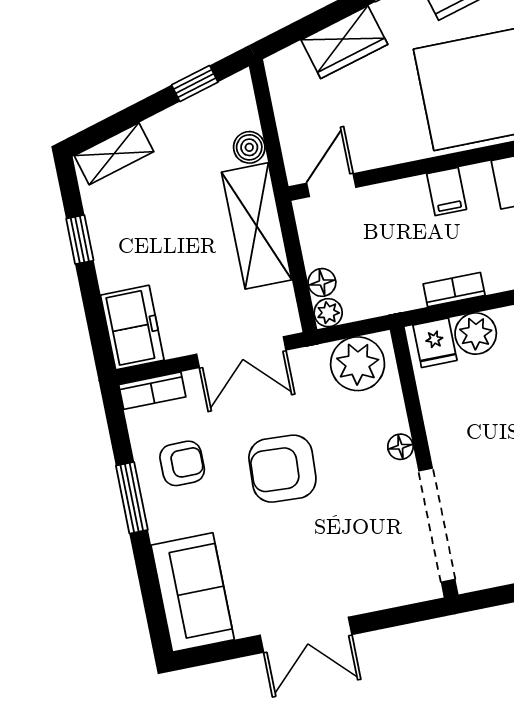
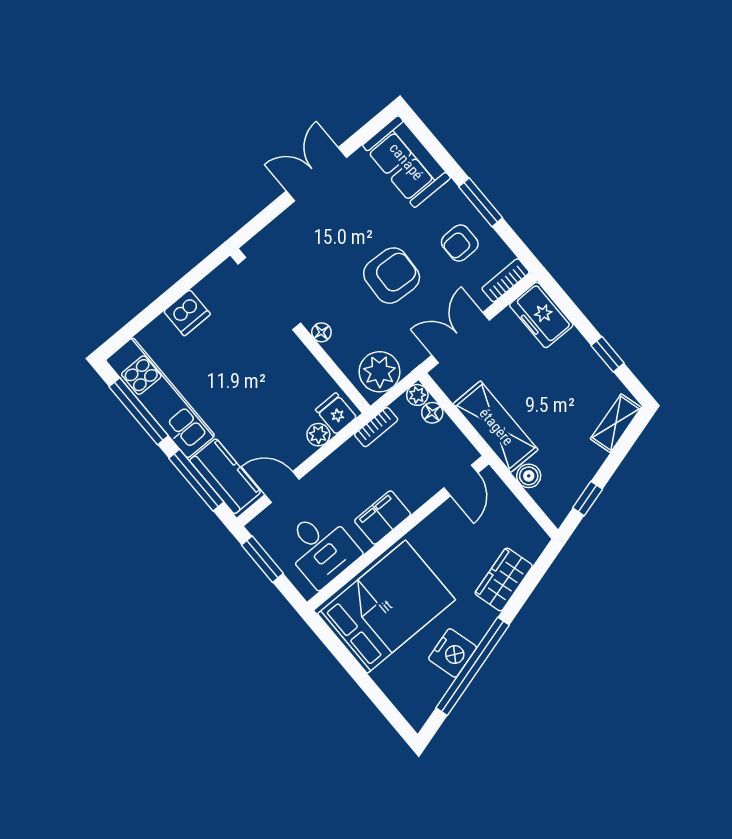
filing cabinet: (447, 191) -> (383, 518), width x2.00
bookcase: (454, 290) -> (376, 427), moved
plant: (476, 334) -> (318, 435), width x0.73, depth x0.73

